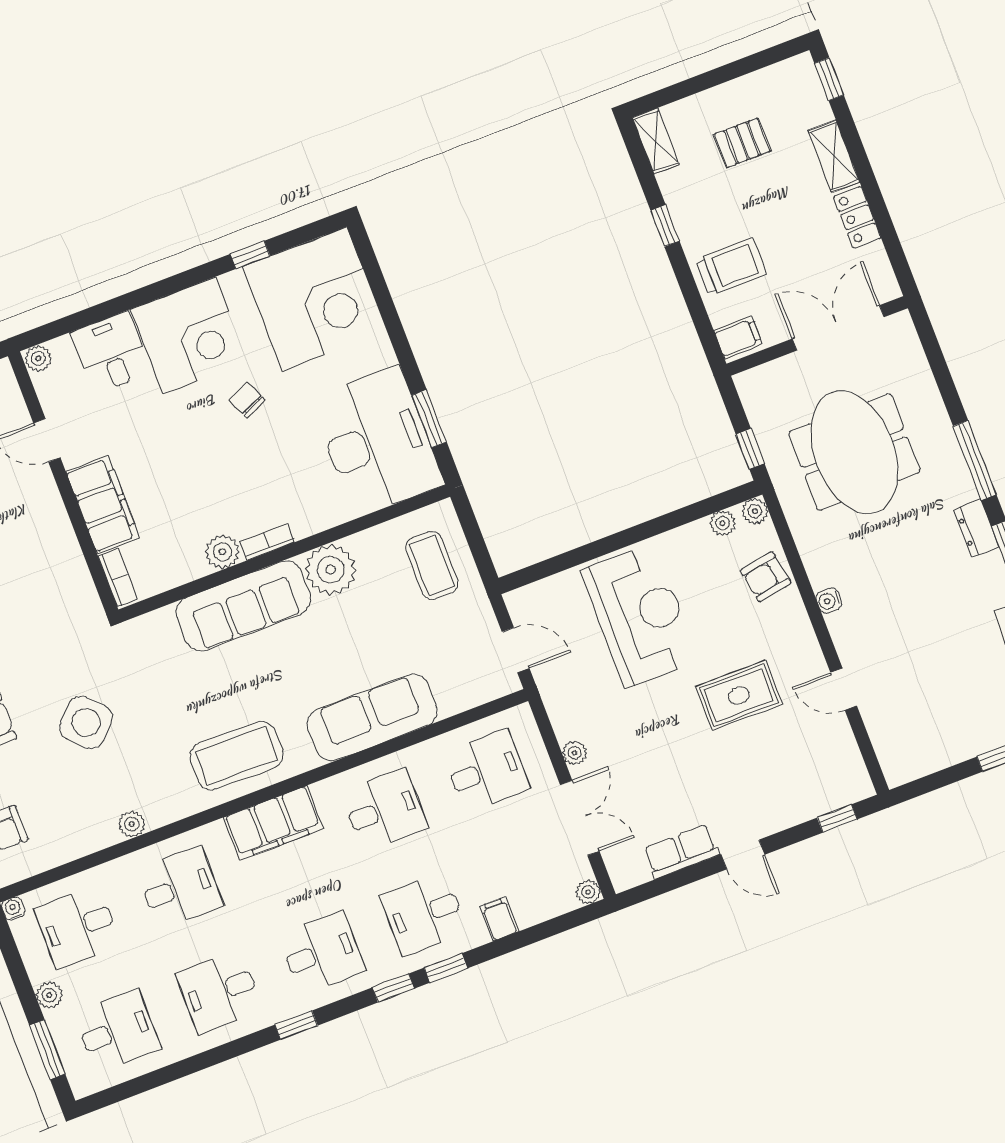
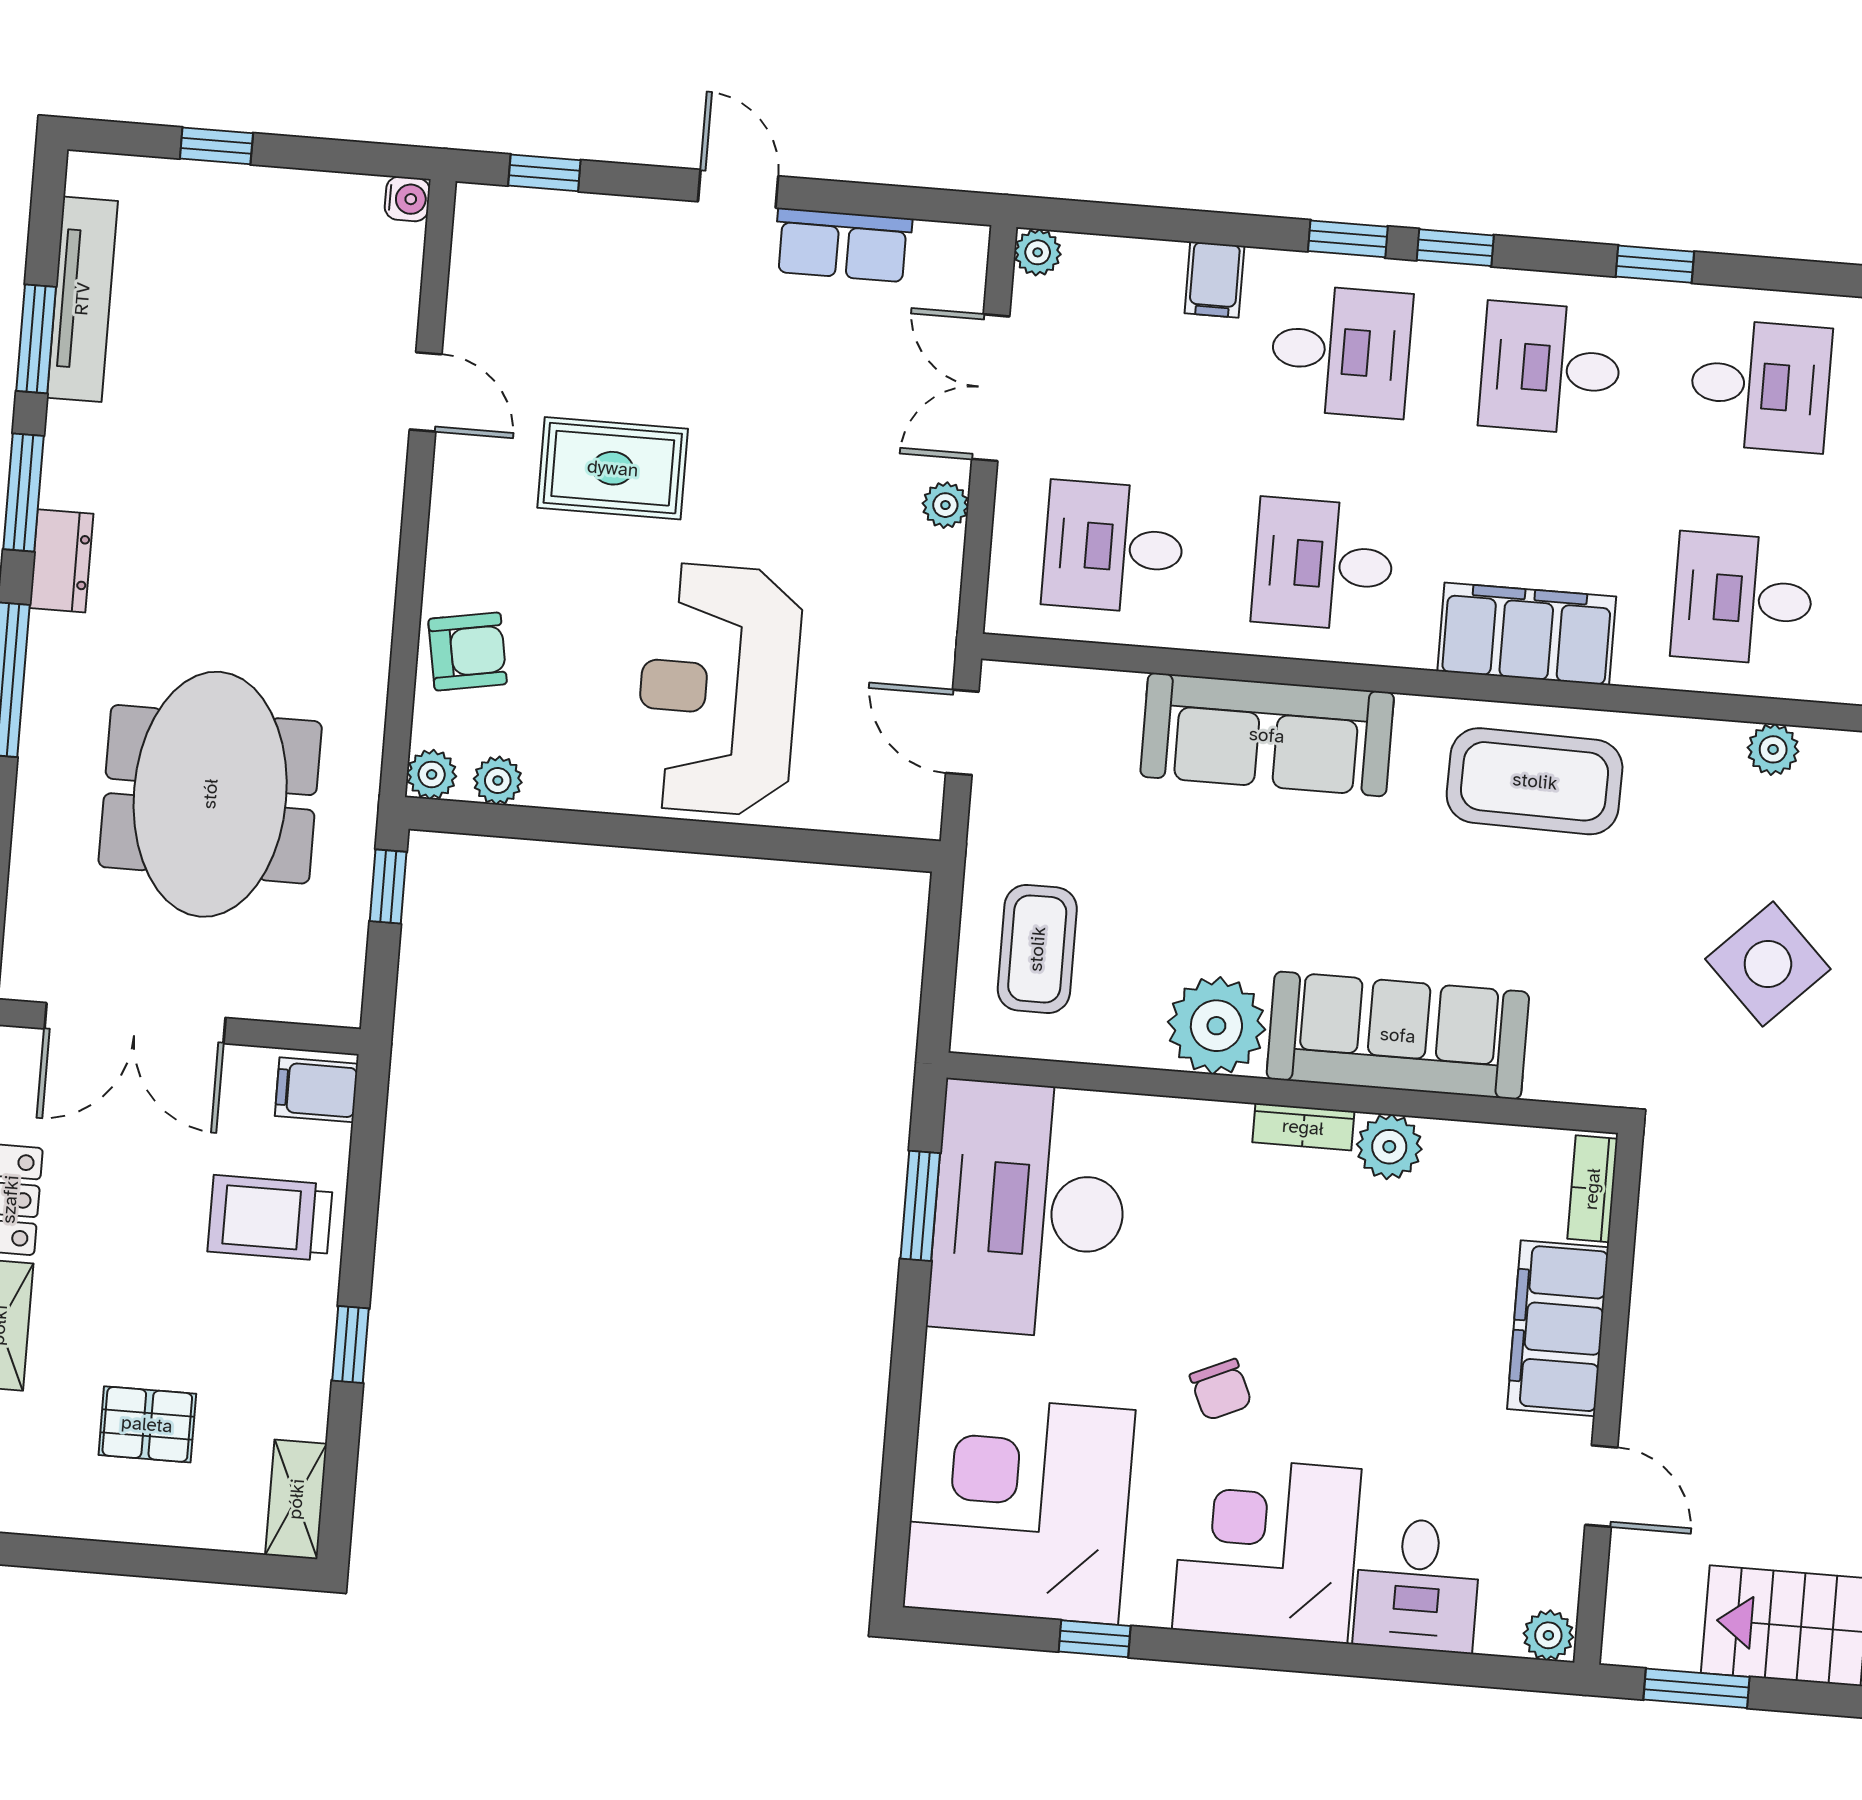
water cooler: (829, 601) -> (407, 199), moved

